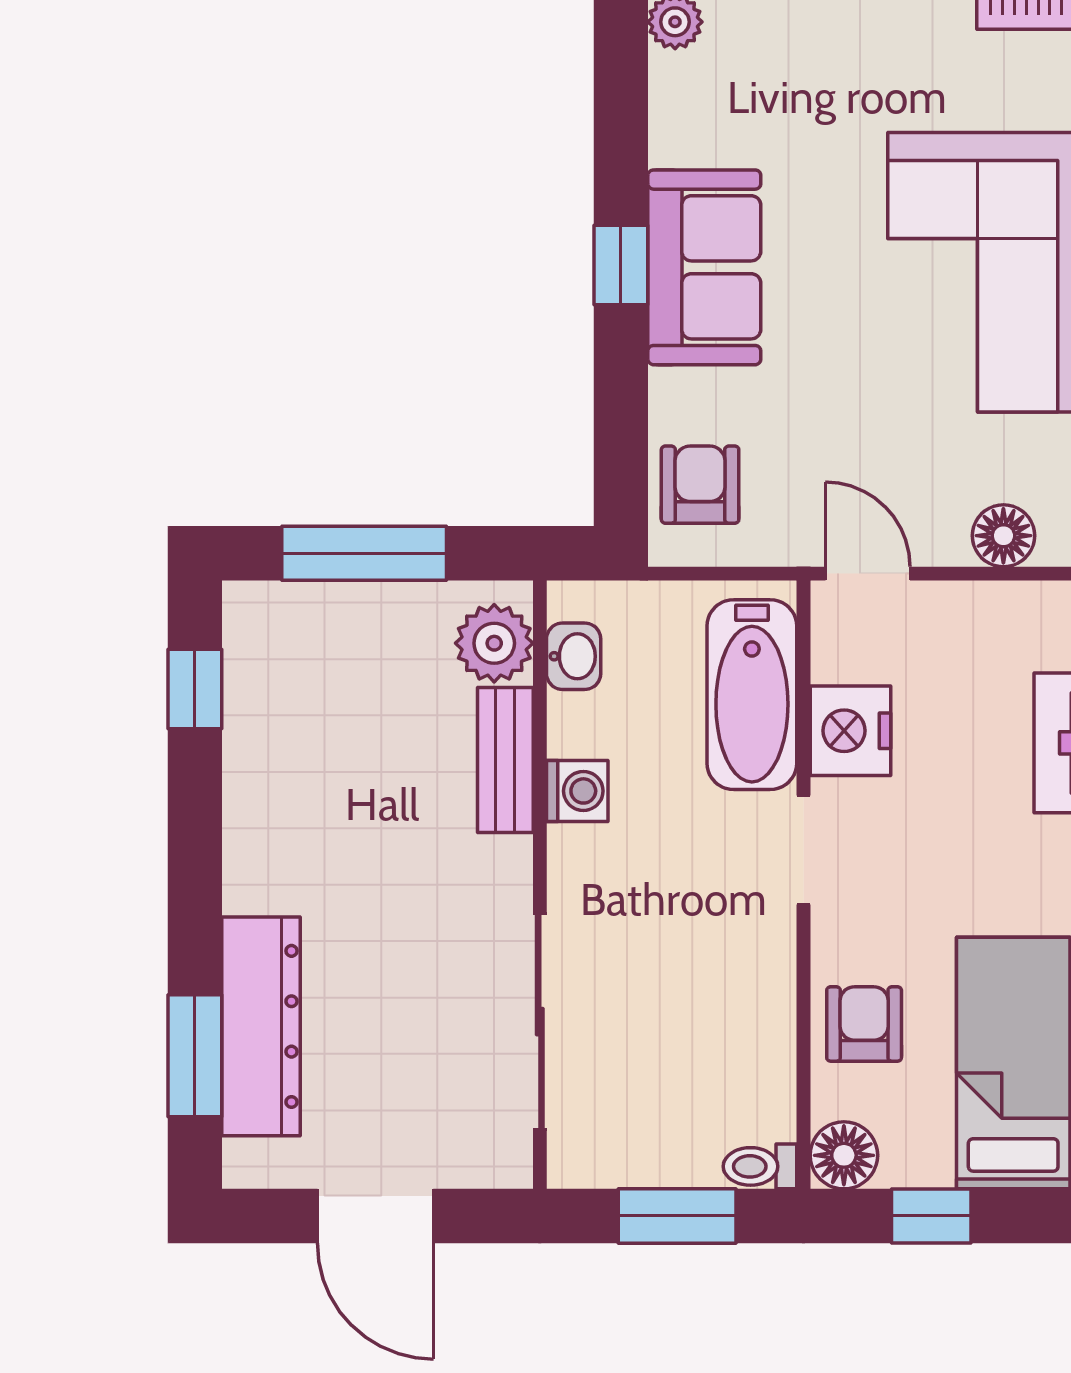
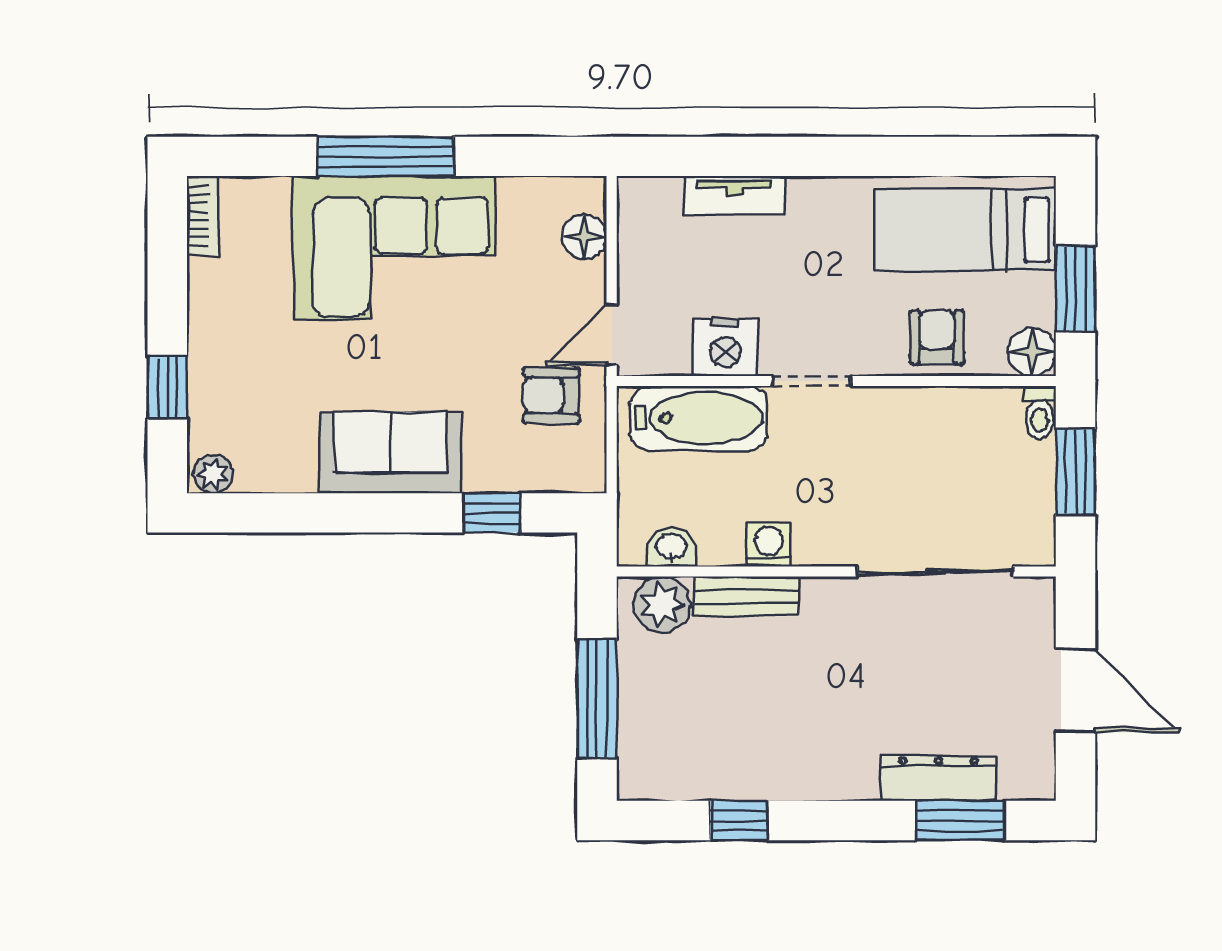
window: (621, 265) -> (492, 513), moved
armchair: (700, 485) -> (551, 395), moved
window: (195, 689) -> (739, 821), moved
armchair: (864, 1024) -> (937, 337), turned 90
dresser: (261, 1026) -> (939, 778), width x0.73, depth x0.80
door: (375, 1216) -> (1076, 690), hinge flipped
window: (931, 1216) -> (1076, 289), width x1.50

